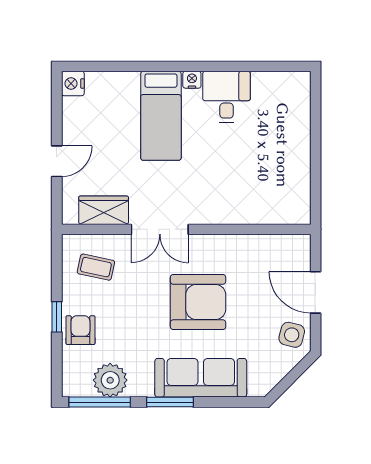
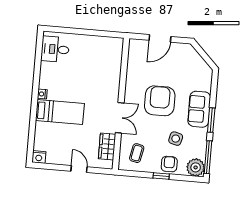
desk: (227, 97) -> (55, 49), moved
armchair: (80, 330) -> (169, 164), turned 90
side table: (292, 335) -> (176, 139), moved
sofa: (201, 378) -> (199, 109), width x0.73
plant: (110, 380) -> (196, 167), moved

